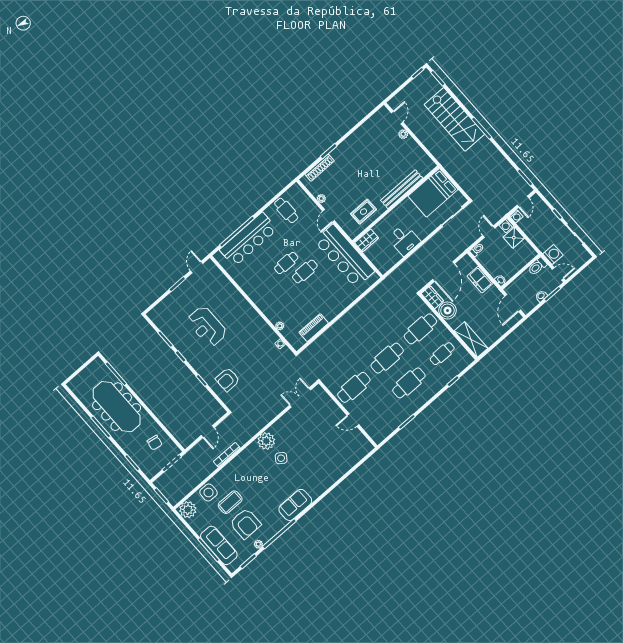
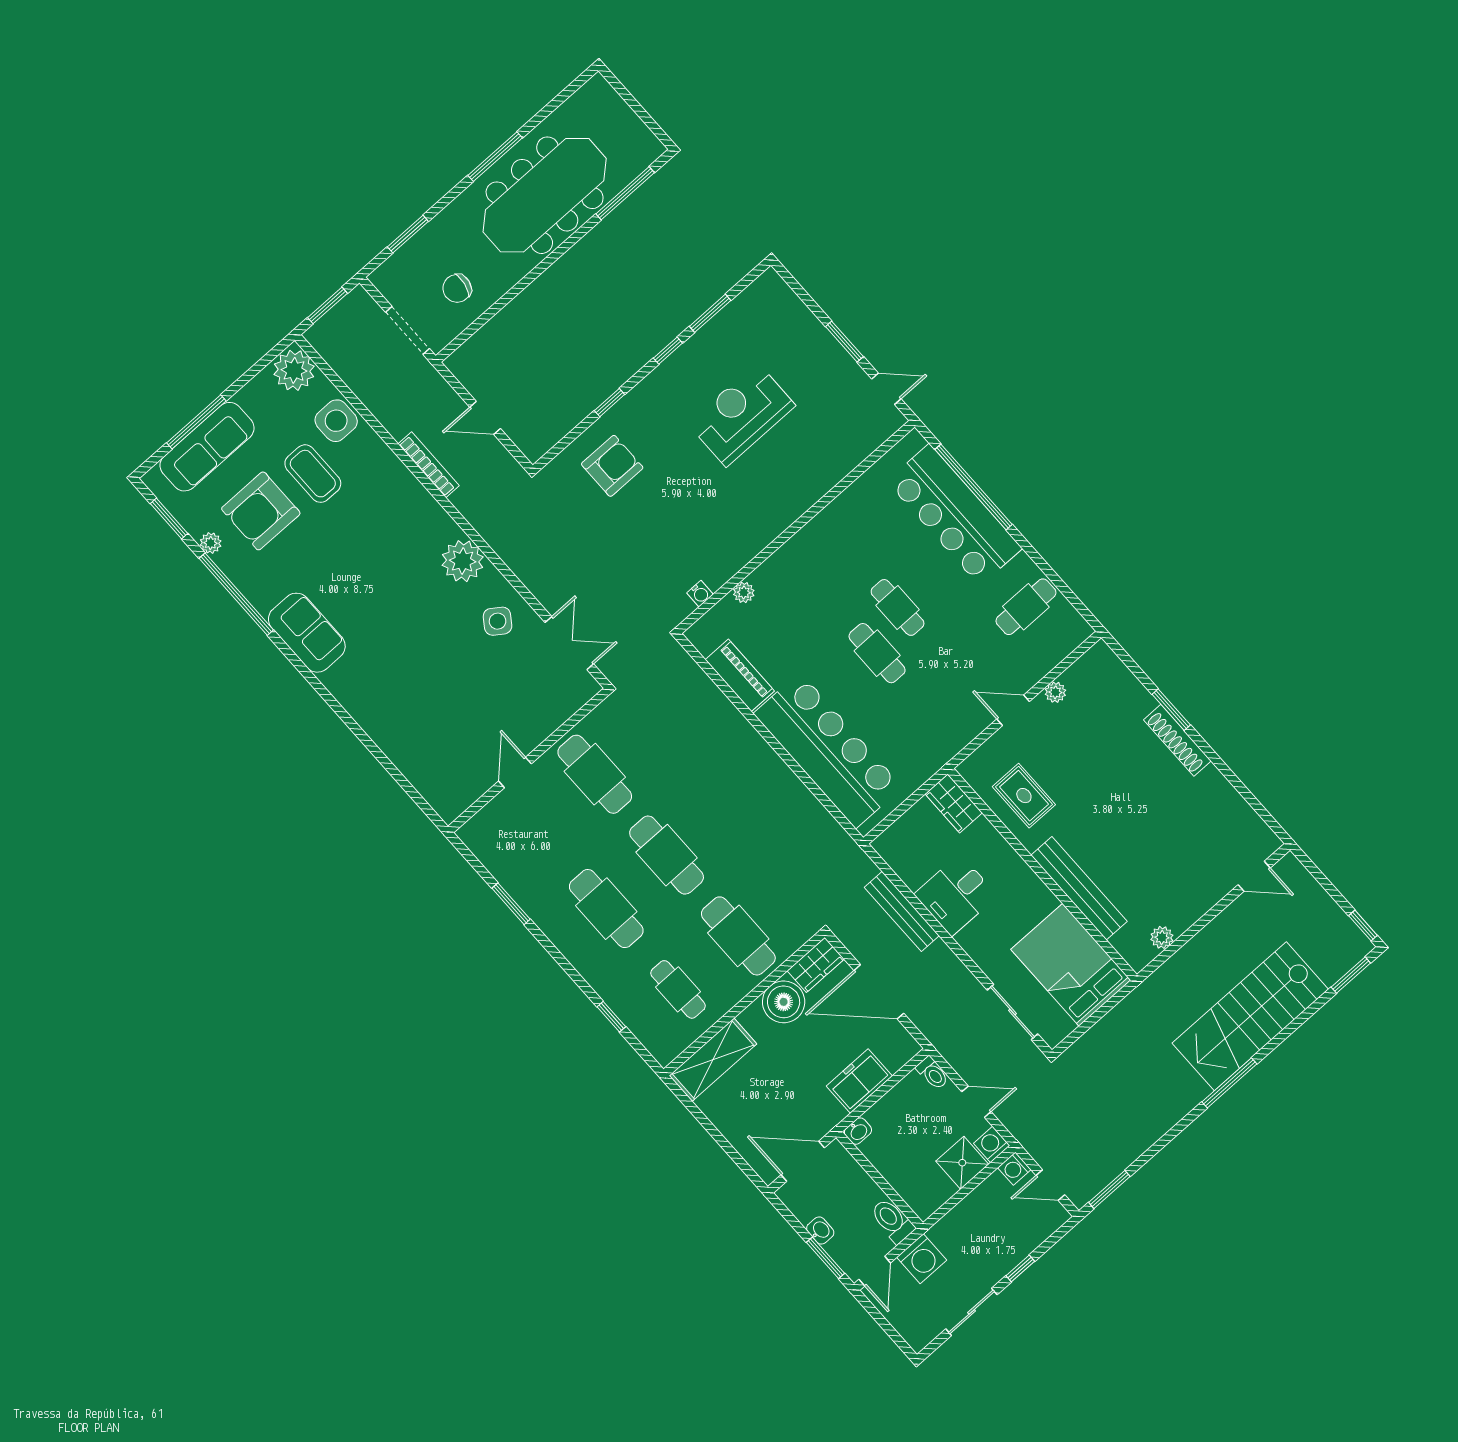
plant: (403, 134) -> (1162, 937), moved
shoe rack: (320, 168) -> (1177, 740), moved
bar counter: (344, 256) -> (828, 750), moved, turned 90
bench: (411, 262) -> (902, 911), added
armchair: (228, 380) -> (612, 466), turned 90
side table: (281, 458) -> (498, 621), moved

